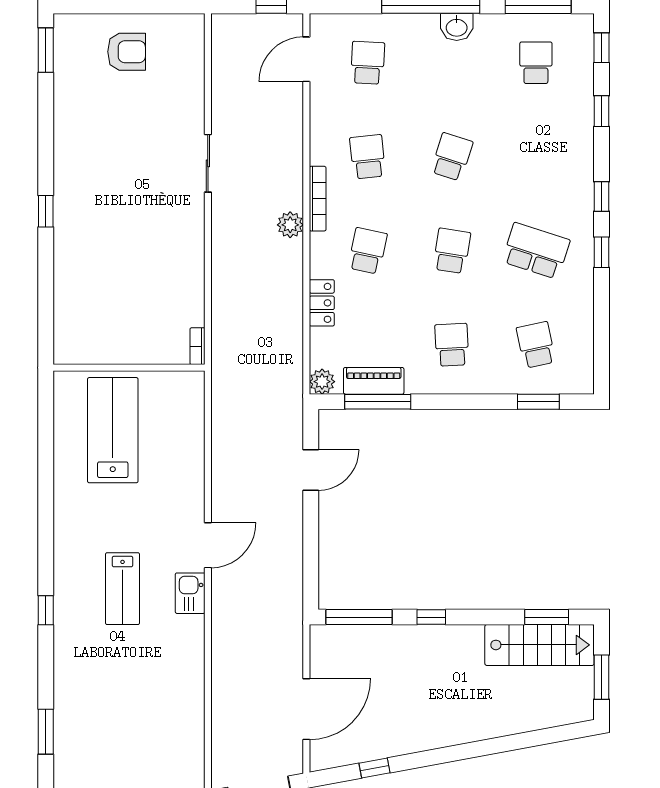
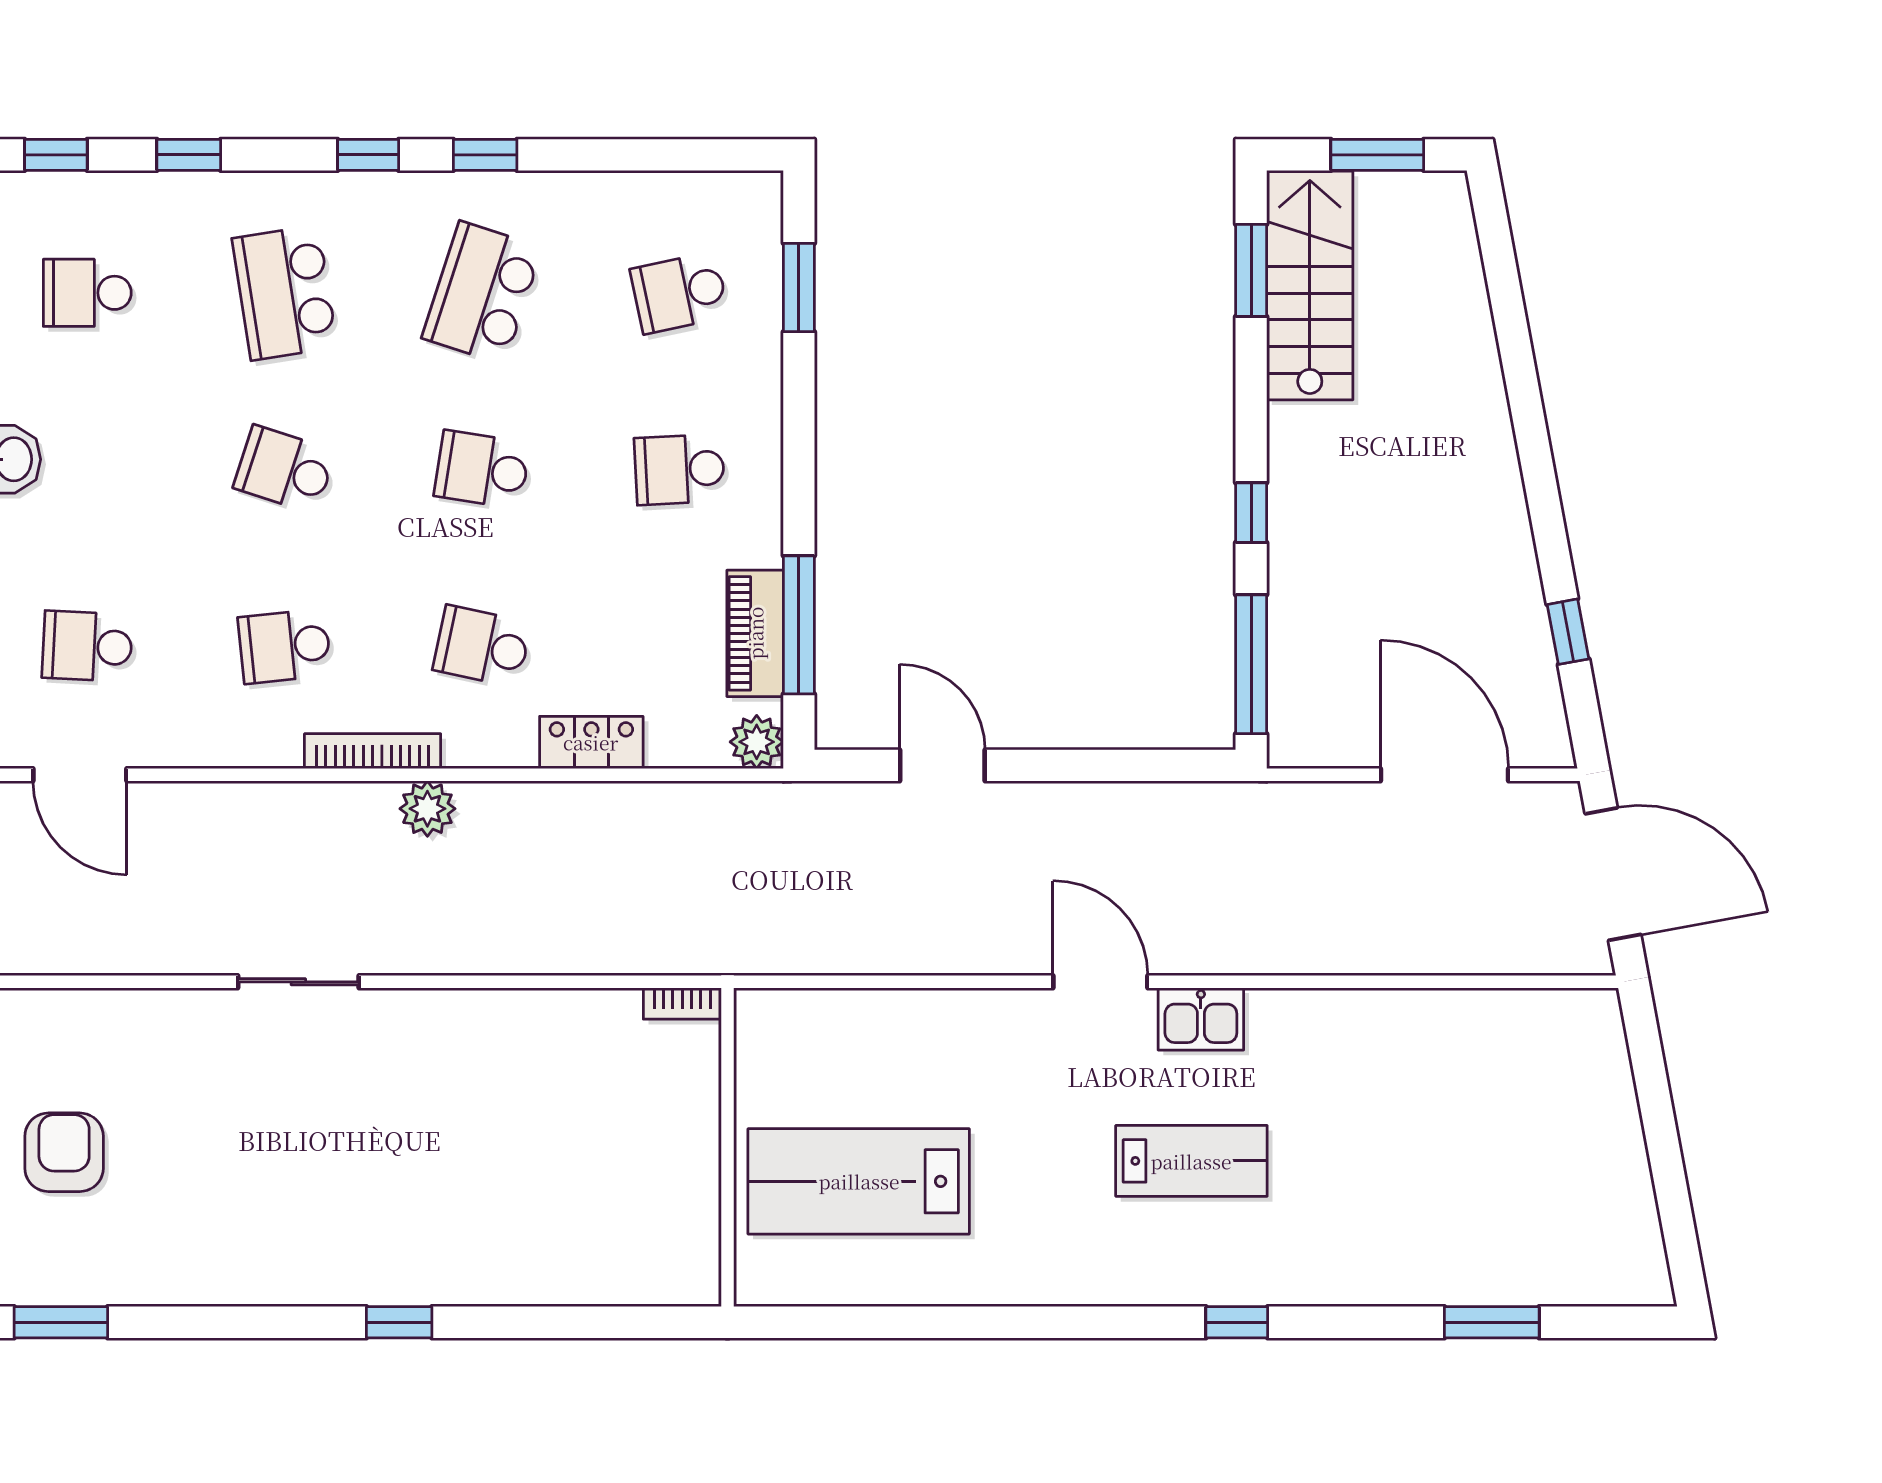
school desk: (536, 157) -> (285, 293), added

